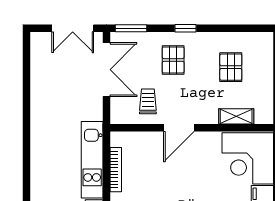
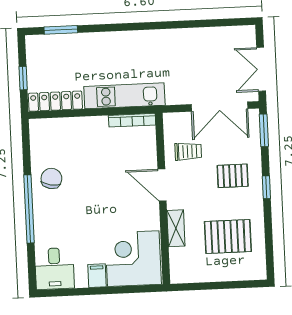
pallet: (231, 67) -> (228, 237), width x1.50, depth x1.42
shelving: (236, 116) -> (176, 228), moved
bookcase: (116, 170) -> (132, 120), moved

